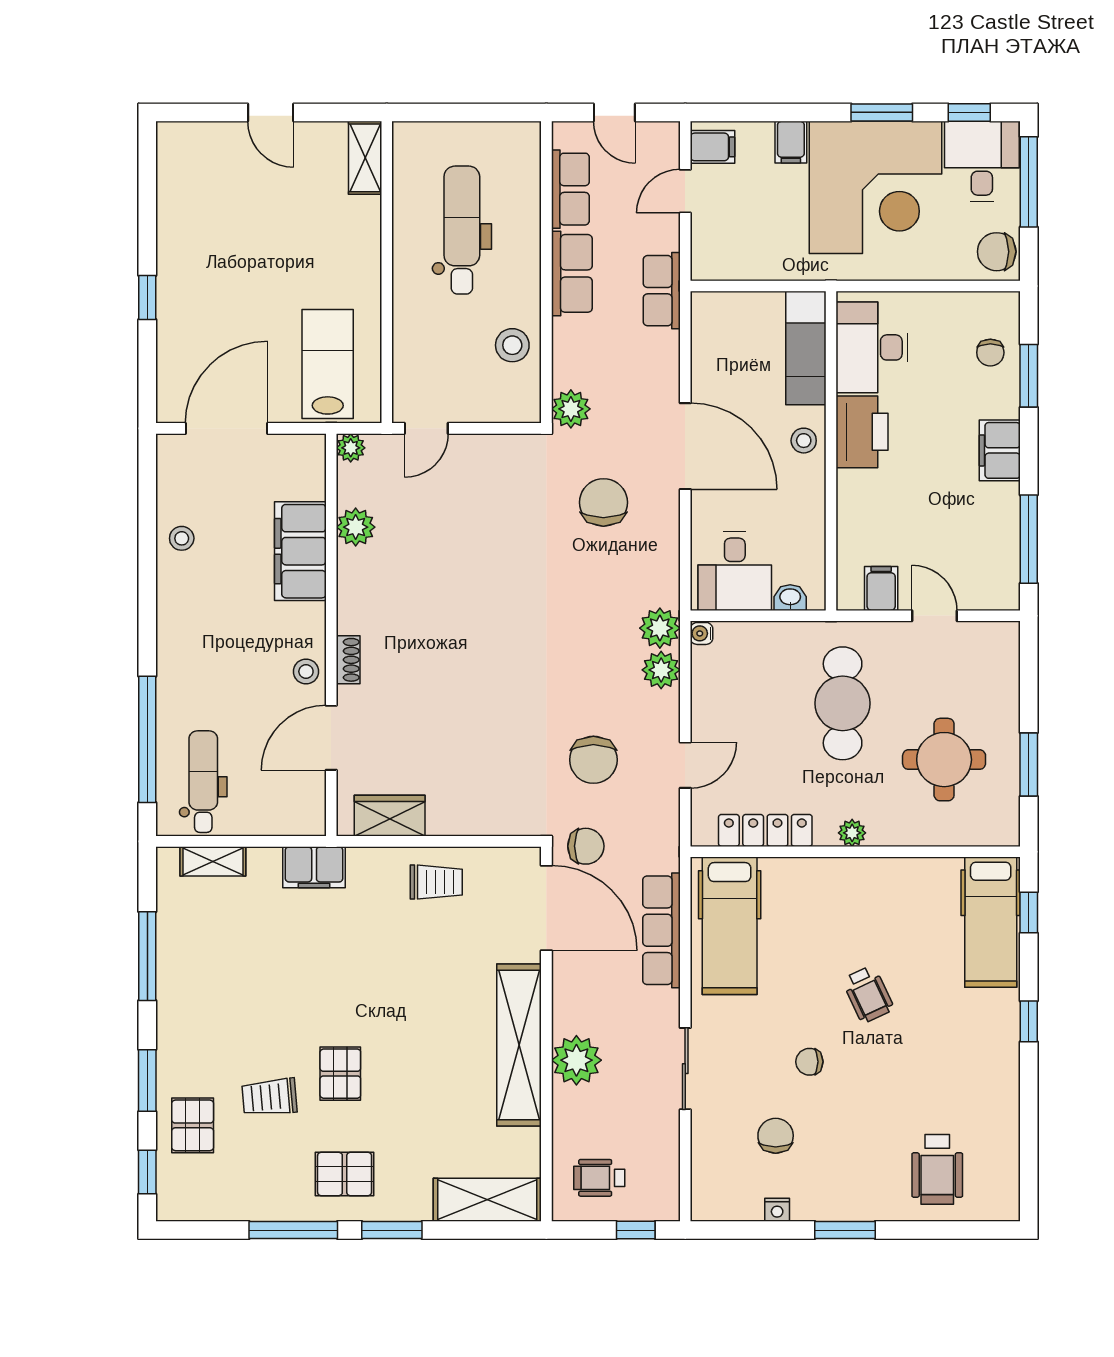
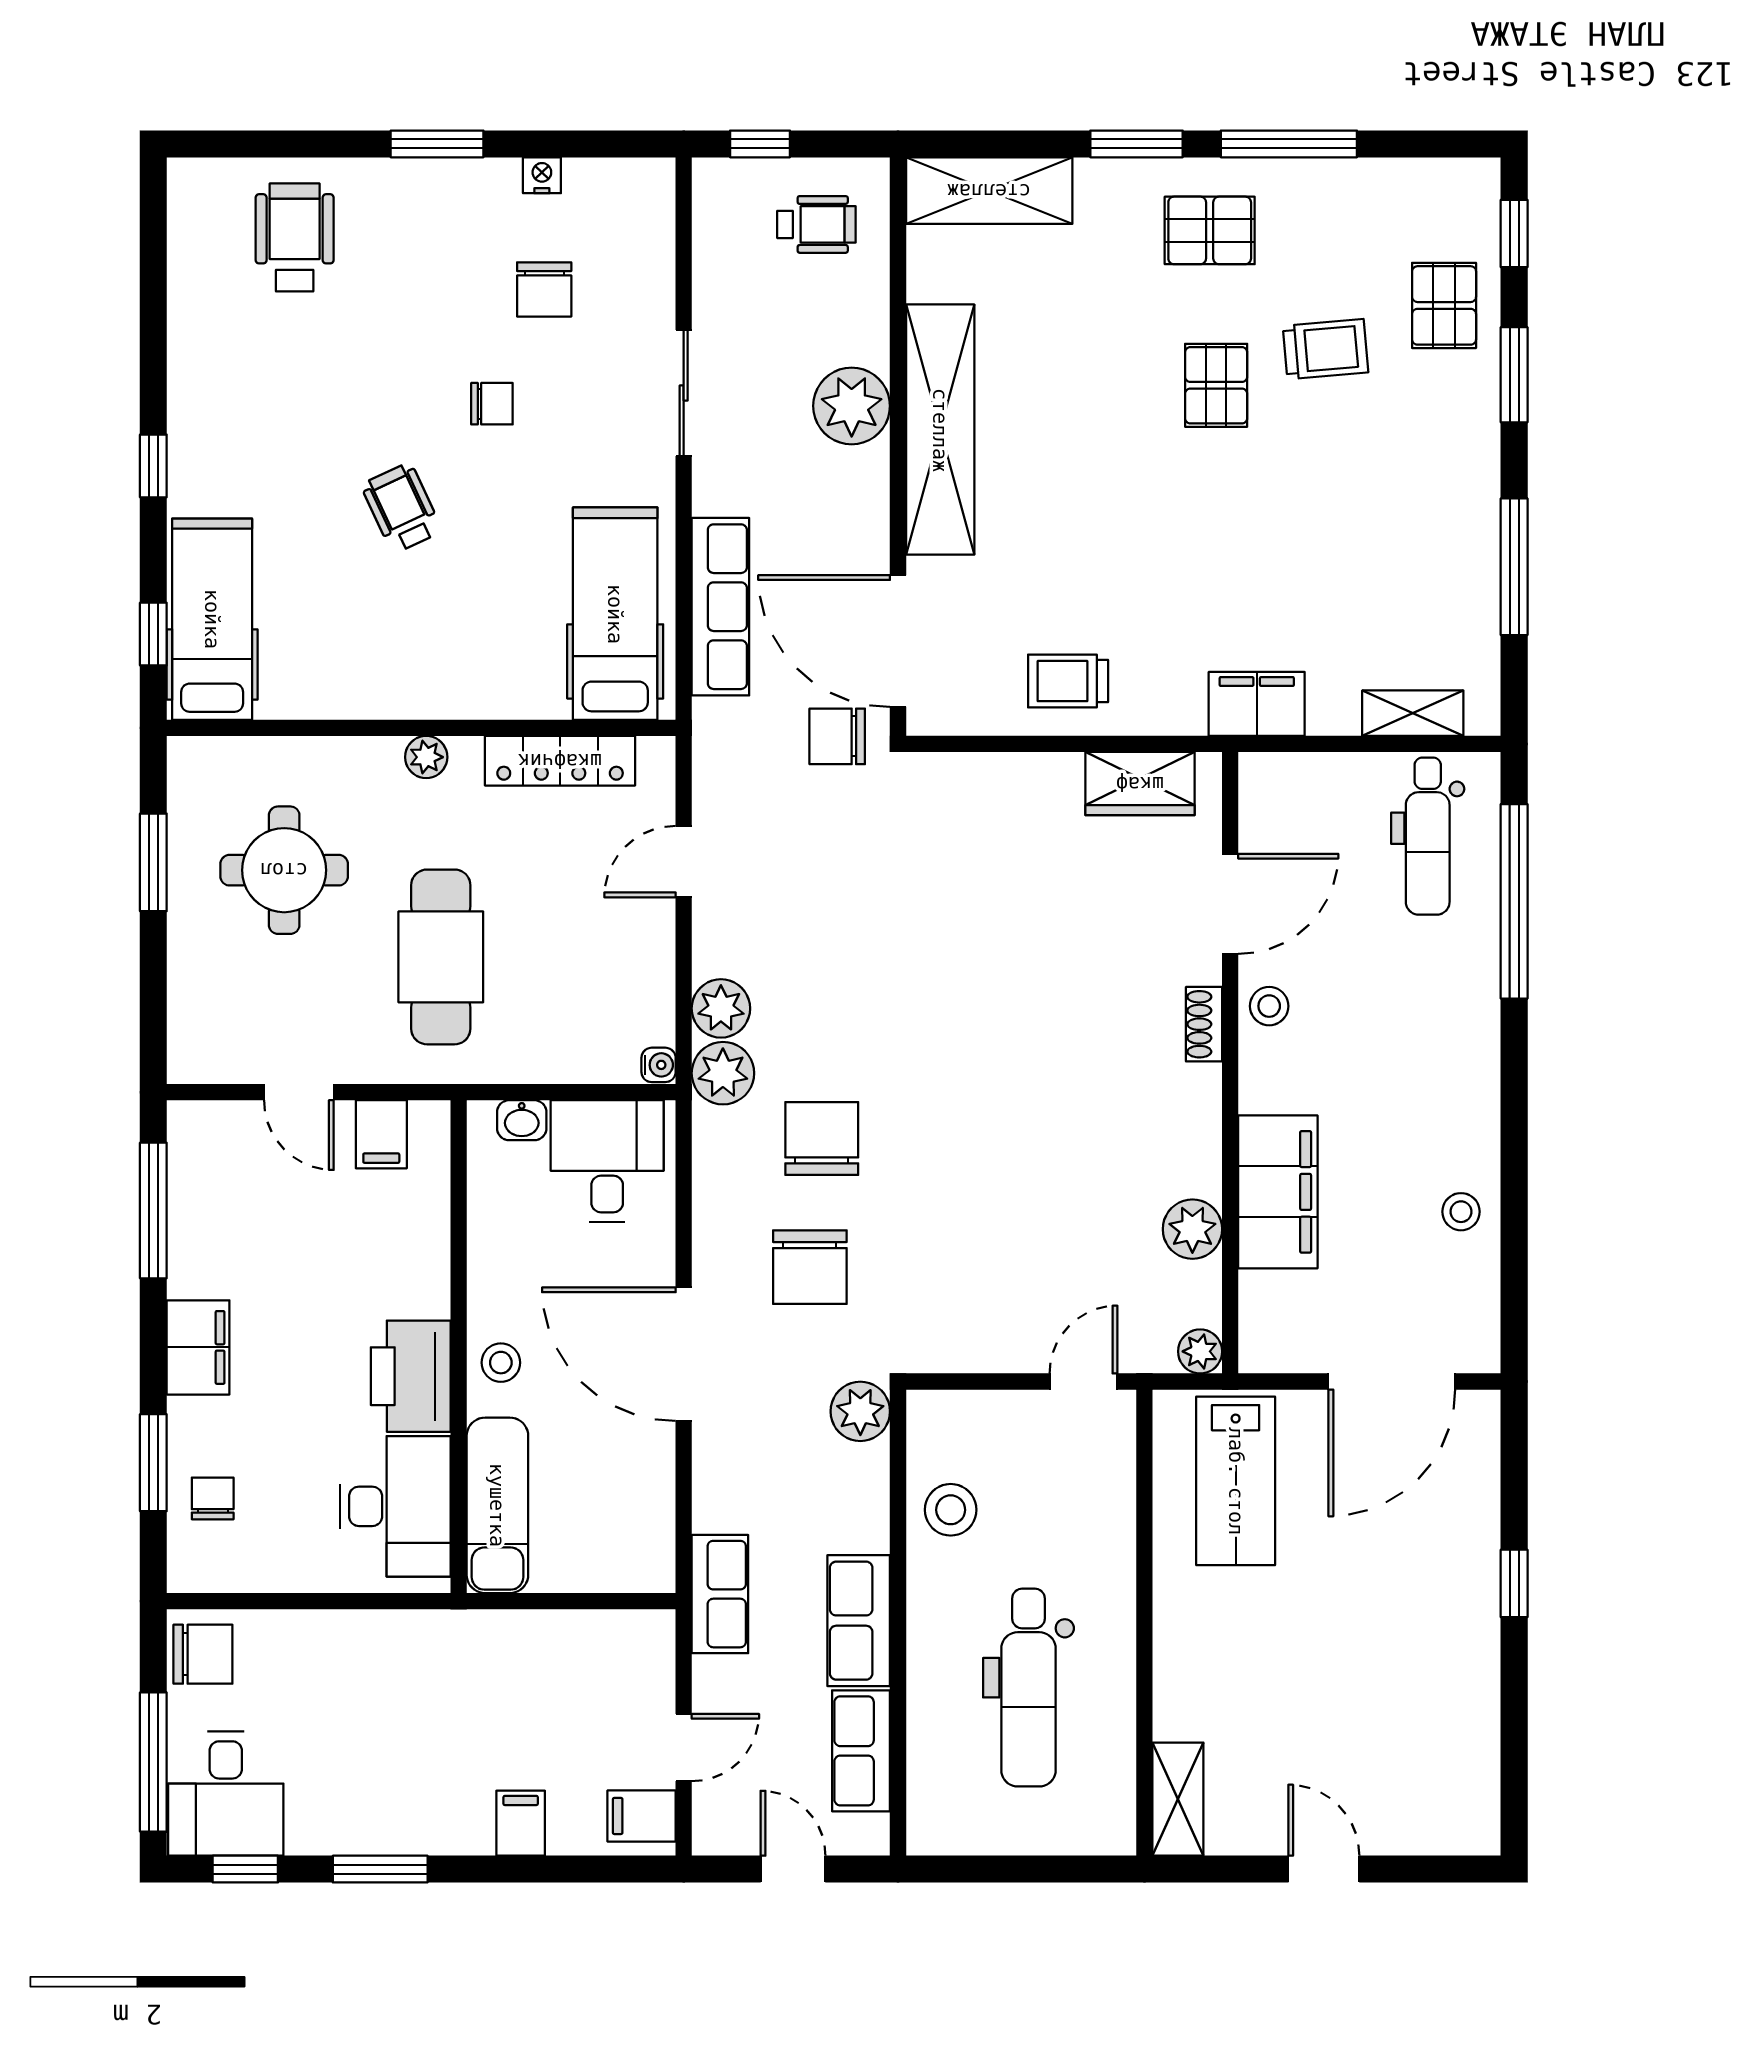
corner desk: (876, 187) -> (390, 1754), removed
chair: (593, 760) -> (822, 1139), moved

